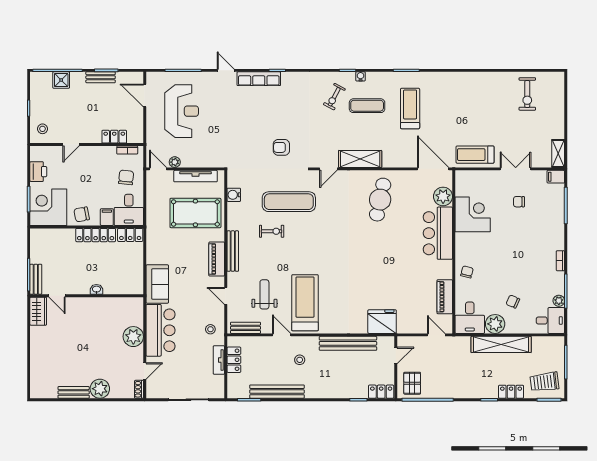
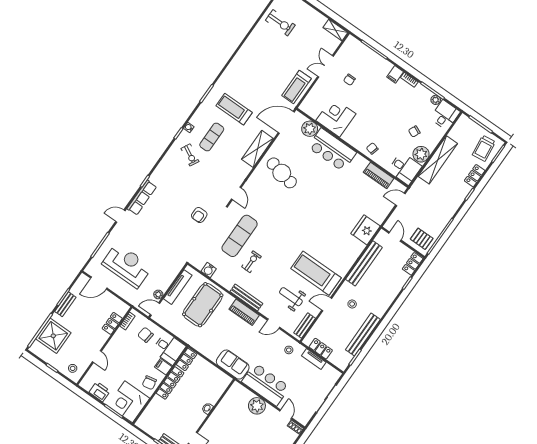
shower: (61, 80) -> (53, 336), width x1.86, depth x1.86
shelving: (360, 159) -> (257, 149), moved
filing cabinet: (556, 177) -> (395, 74), moved

